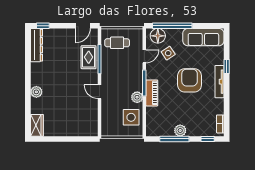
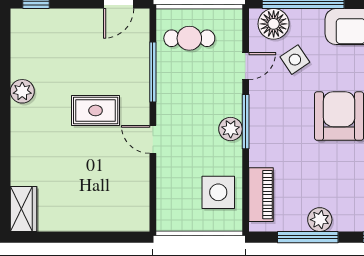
dresser: (37, 45) -> (23, 43), removed
rug: (89, 57) -> (96, 110), moved, turned 90
plant: (36, 92) -> (22, 91), moved
piano: (152, 93) -> (261, 195), moved
plant: (137, 97) -> (231, 129), moved

